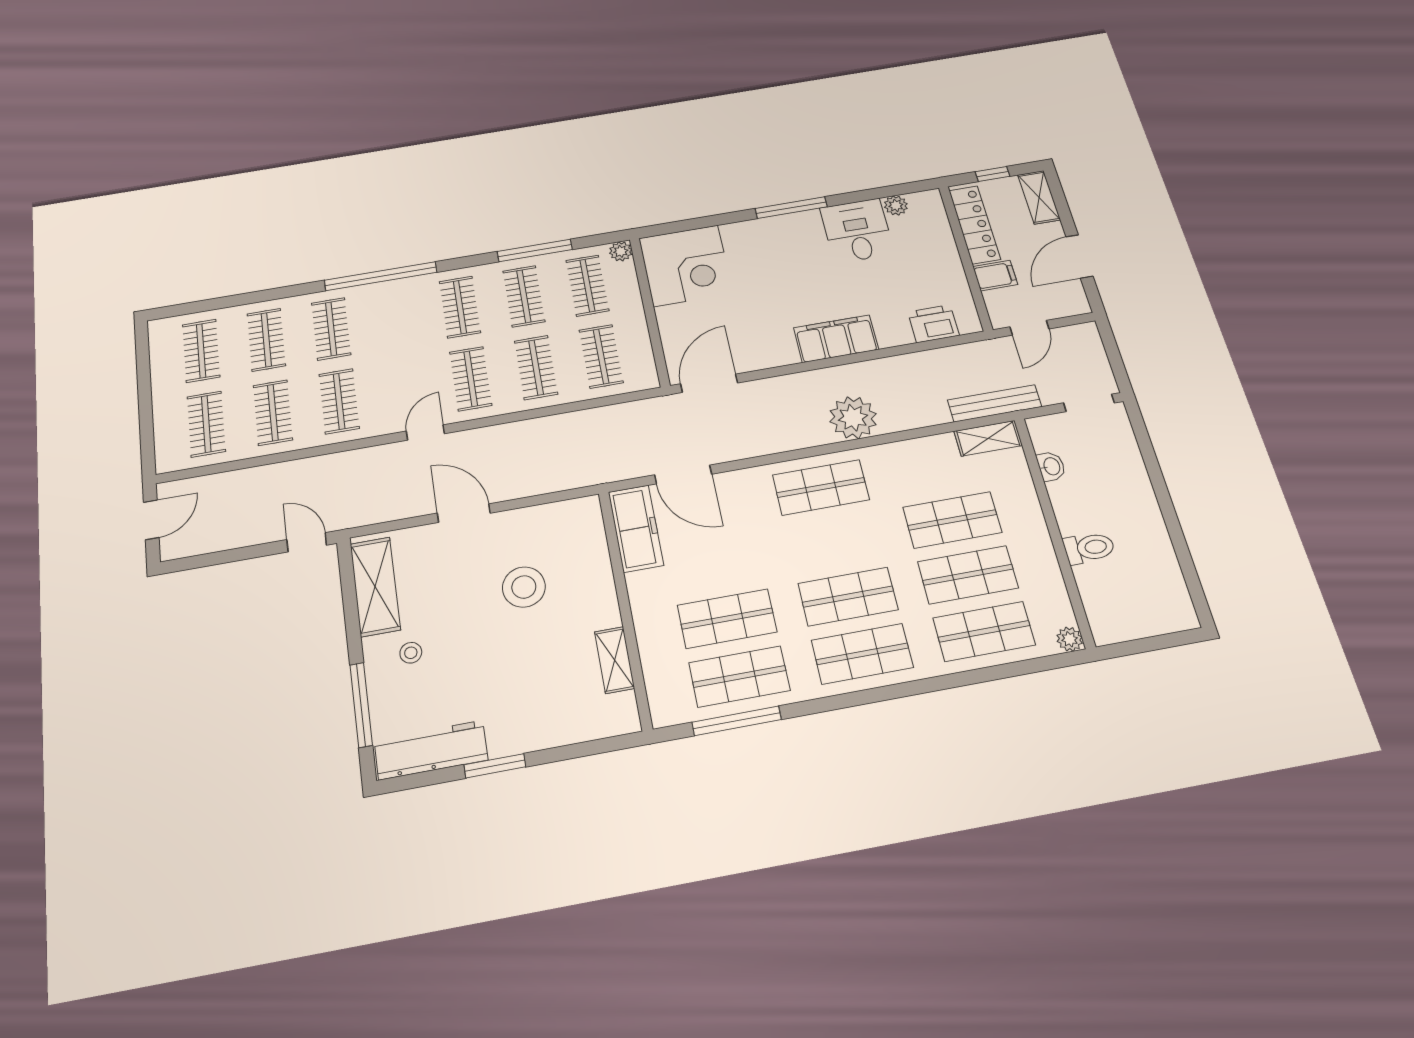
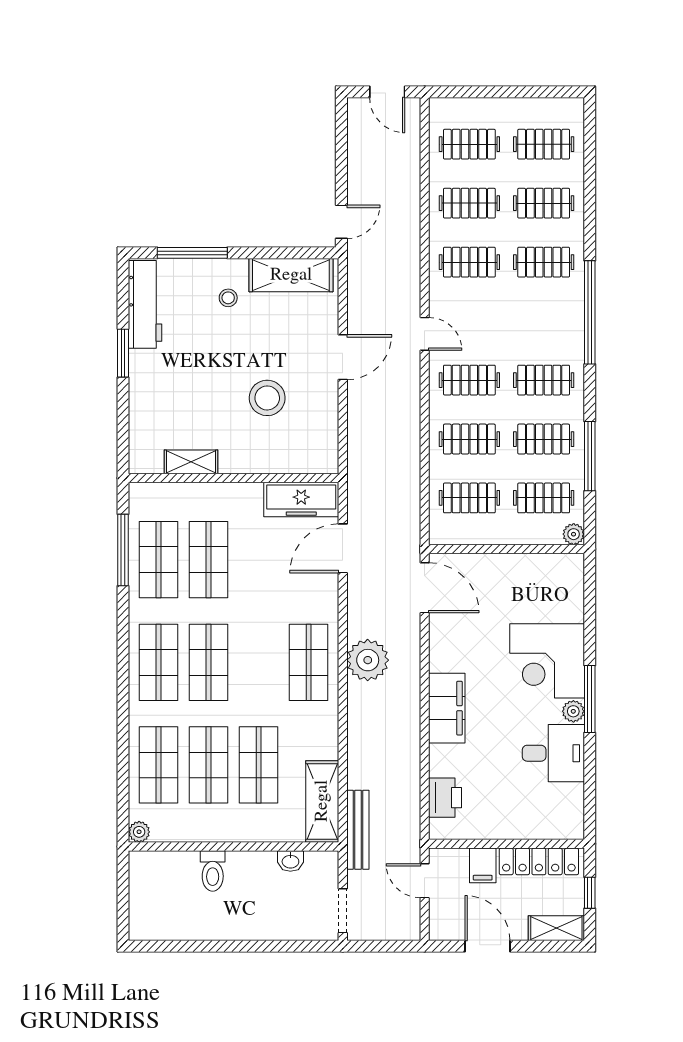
plant: (896, 205) -> (573, 711), moved
corner desk: (686, 266) -> (547, 661), moved
plant: (853, 418) -> (368, 660), moved
shelving: (988, 438) -> (322, 801), width x1.50, depth x1.33

